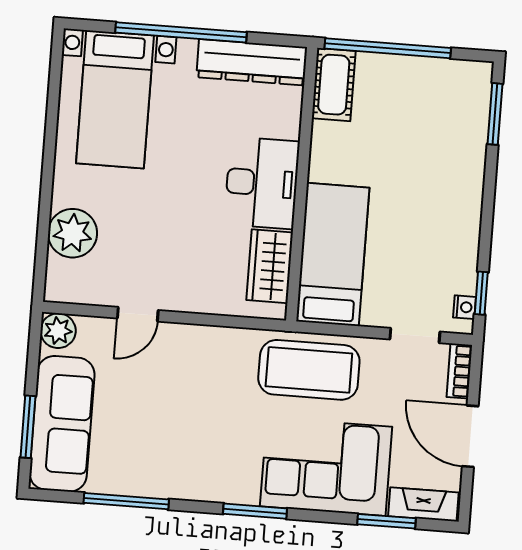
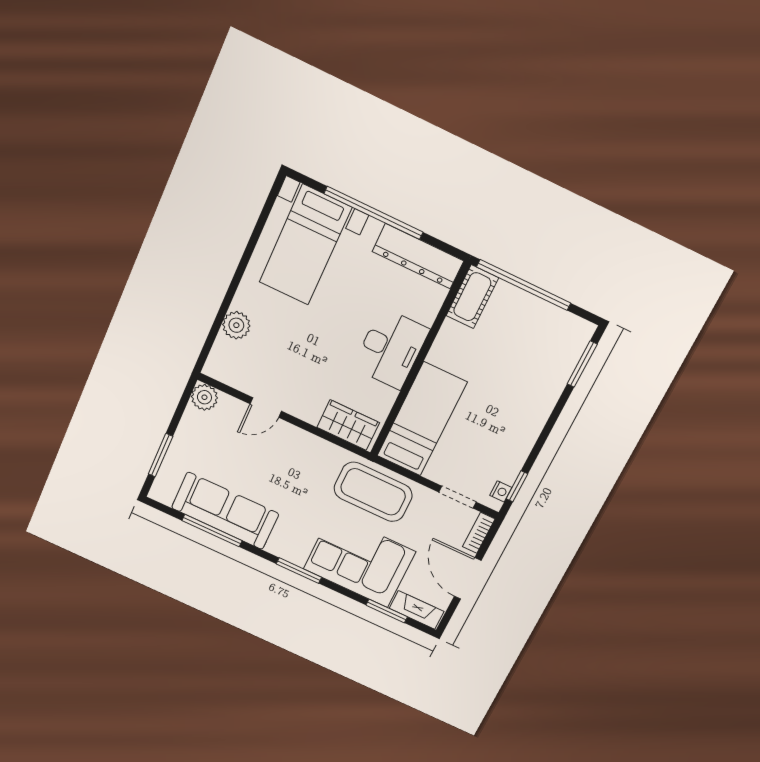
plant: (73, 233) -> (236, 325), width x0.73, depth x0.73
wardrobe: (270, 266) -> (348, 425), moved, turned 90
sofa: (62, 424) -> (225, 511), moved, turned -90

